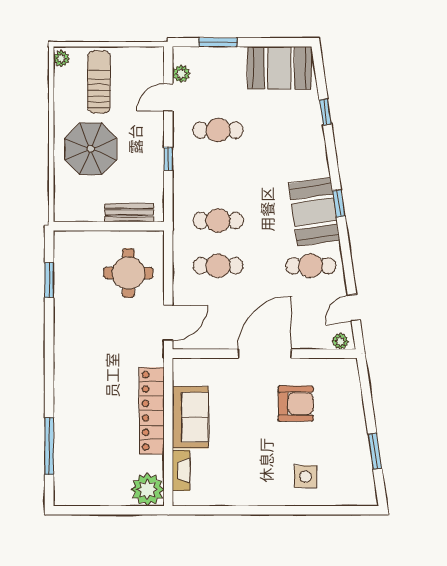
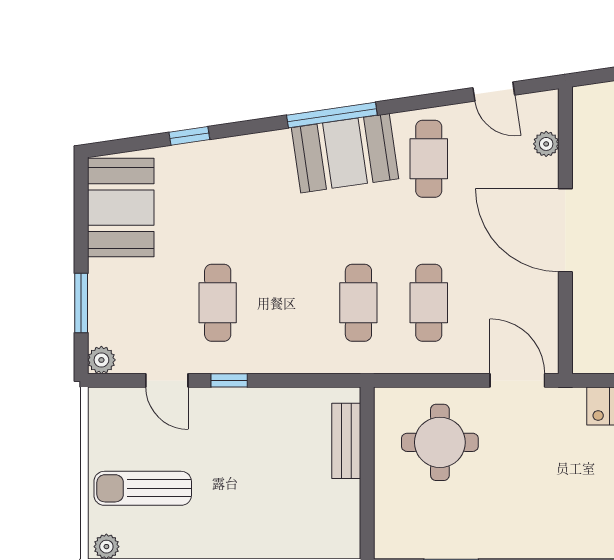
plant: (181, 74) -> (101, 360), moved
parasol: (91, 149) -> (247, 501), removed
window: (168, 159) -> (229, 380), moved
window: (339, 204) -> (332, 115), width x2.17
plant: (340, 341) -> (546, 144), moved

